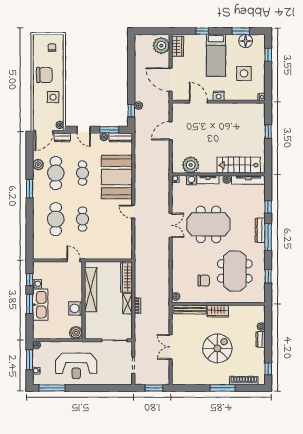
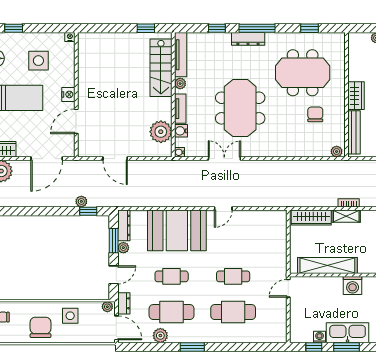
window: (268, 131) -> (146, 28), moved
double door: (171, 225) -> (224, 159), moved

